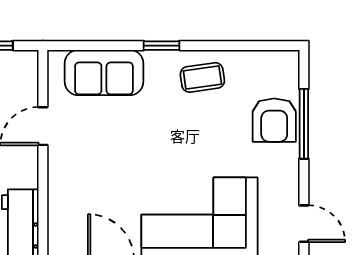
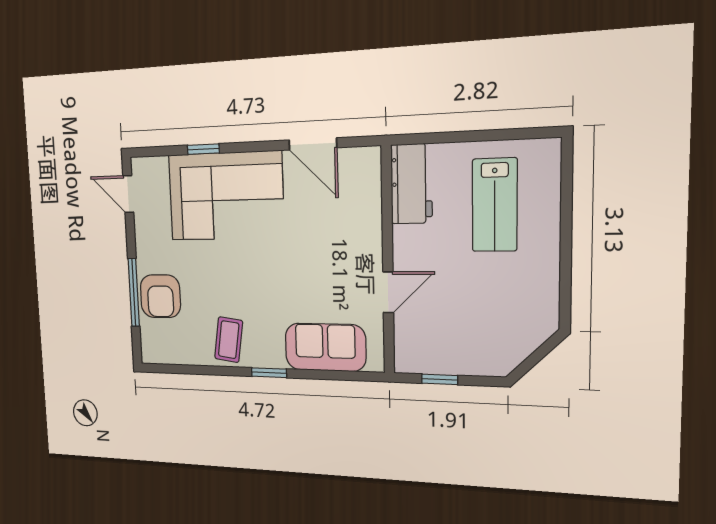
coffee table: (202, 77) -> (229, 340), turned -74
armchair: (274, 120) -> (160, 296), turned 180

